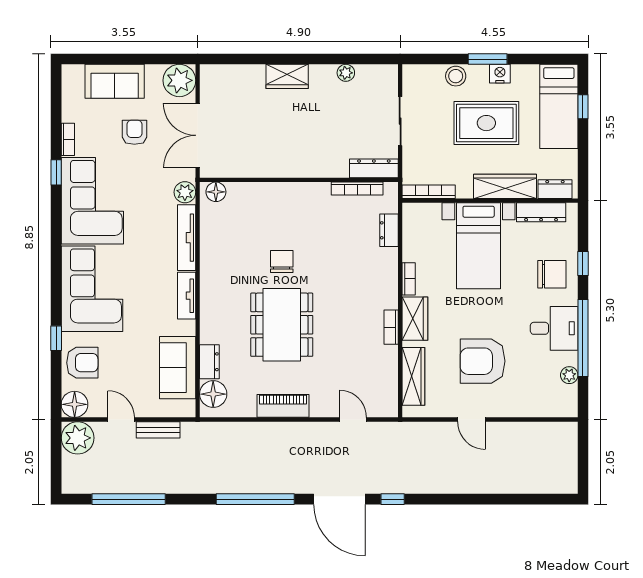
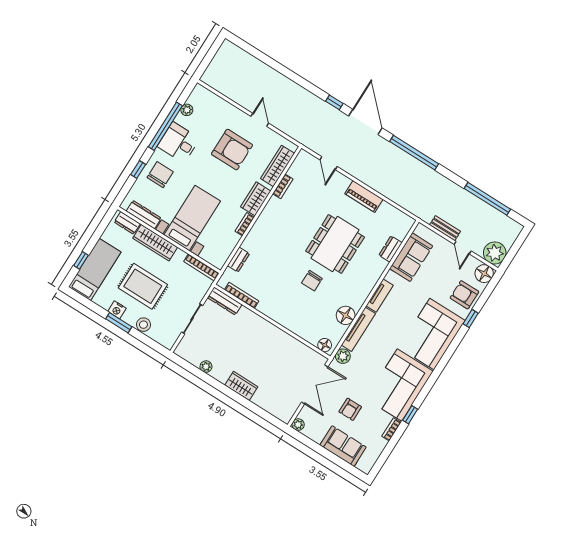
plant: (179, 80) -> (298, 425), width x0.53, depth x0.53
chair: (552, 274) -> (160, 175), turned 90
bookcase: (391, 327) -> (283, 186), moved
floor lamp: (213, 394) -> (346, 315), moved

